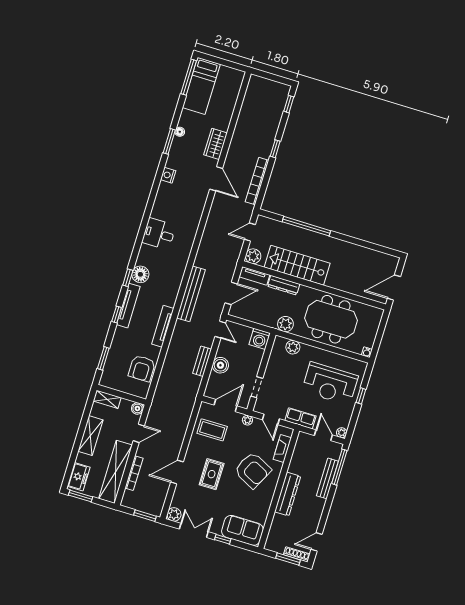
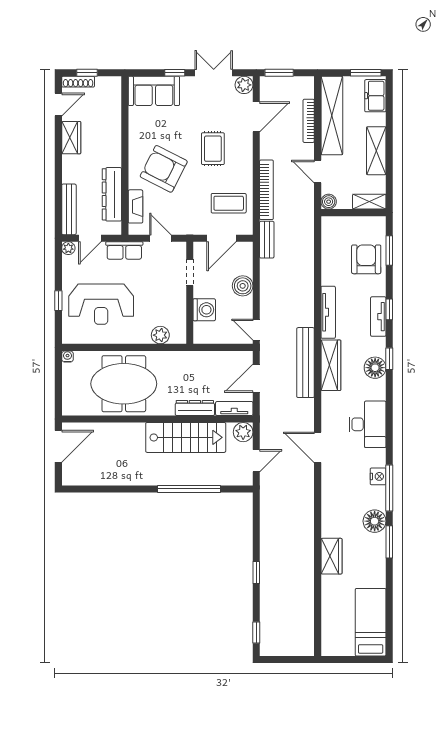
window: (189, 77) -> (389, 488), moved
floor lamp: (180, 132) -> (375, 521), moved, width x1.89, depth x1.89
nightstand: (168, 175) -> (378, 476), moved
door: (216, 179) -> (318, 447), moved
bookcase: (257, 181) -> (266, 190), moved
desk: (159, 234) -> (368, 424), width x1.37
wardrobe: (173, 286) -> (331, 365), added
tv unit: (128, 306) -> (378, 317), width x0.71
plant: (285, 324) -> (178, 361), removed
washing machine: (260, 339) -> (204, 310), moved, turned 90
bench: (202, 361) -> (267, 240), moved
armchair: (142, 368) -> (366, 259), moved
reception desk: (330, 384) -> (101, 304), turned 180
plant: (247, 420) -> (189, 228), removed
door: (139, 433) -> (318, 172), hinge flipped
door: (323, 435) -> (90, 238), hinge flipped
window: (339, 467) -> (58, 205), removed
door: (177, 472) -> (256, 117), moved
bench: (327, 478) -> (69, 209), moved
dresser: (288, 494) -> (112, 194), moved
wardrobe: (315, 514) -> (71, 138), added
double door: (194, 530) -> (214, 73), swing flipped
window: (288, 559) -> (87, 73), width x0.67

